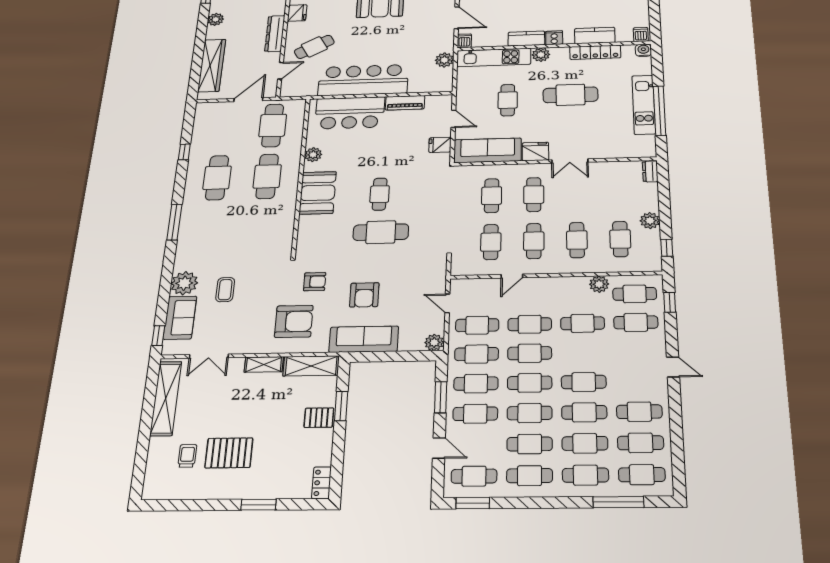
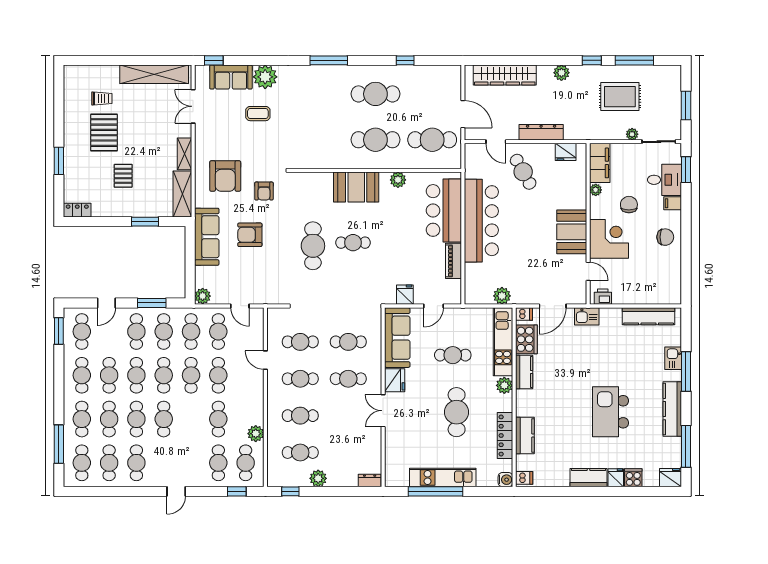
cooker: (554, 38) -> (526, 339), moved, width x1.87, depth x1.31
door: (447, 303) -> (240, 306), swing flipped
pallet: (319, 418) -> (123, 176), moved

